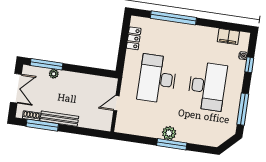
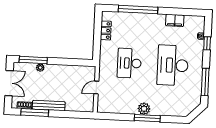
filing cabinet: (228, 37) -> (175, 20), moved
desk: (157, 79) -> (129, 63), width x0.73, depth x0.77
desk: (207, 86) -> (173, 65), turned 180

